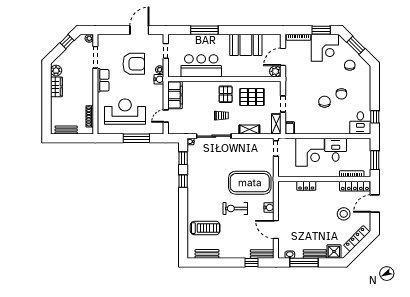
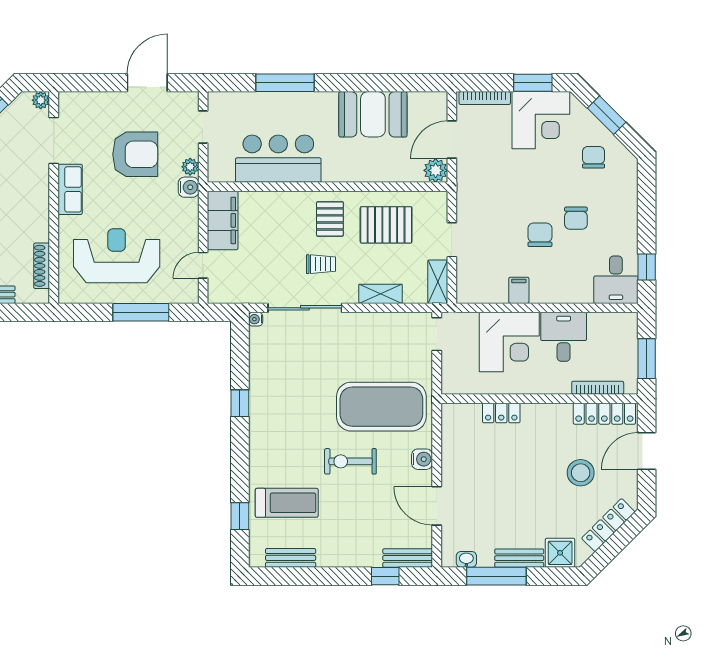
filing cabinet: (290, 128) -> (519, 290), moved
window: (183, 158) -> (240, 516), moved

